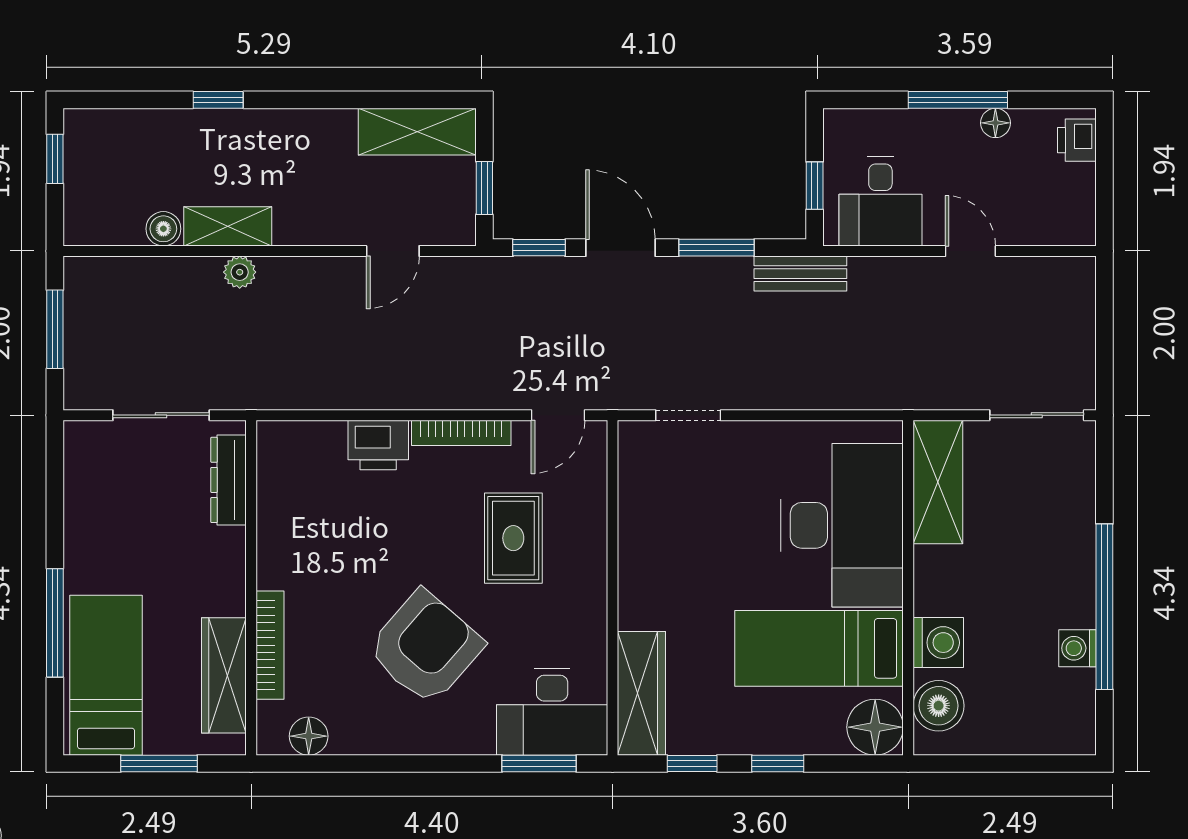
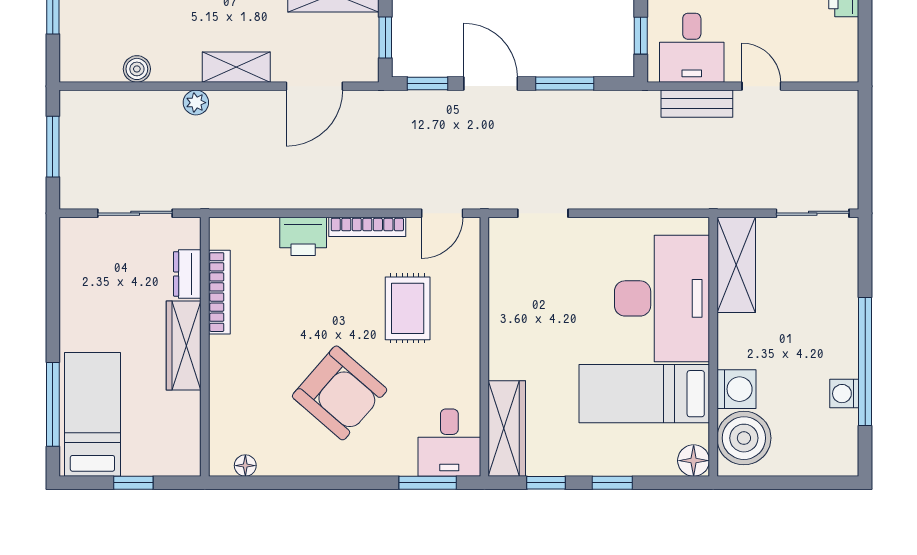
shelving: (228, 226) -> (236, 67), moved
door: (393, 251) -> (314, 86), width x1.38
bench: (800, 274) -> (697, 104), moved
dresser: (229, 480) -> (187, 274), width x0.70
window: (55, 623) -> (53, 404), moved
bookcase: (270, 645) -> (219, 292), moved
armchair: (425, 647) -> (340, 393), turned 90
wardrobe: (224, 675) -> (184, 346), moved
boiler: (939, 706) -> (744, 438), width x1.37, depth x1.37
desk: (552, 712) -> (449, 443), width x0.73
floor lamp: (875, 727) -> (694, 461), width x0.73, depth x0.73
floor lamp: (309, 736) -> (245, 466), width x0.73, depth x0.73
window: (159, 763) -> (133, 483), width x0.67

